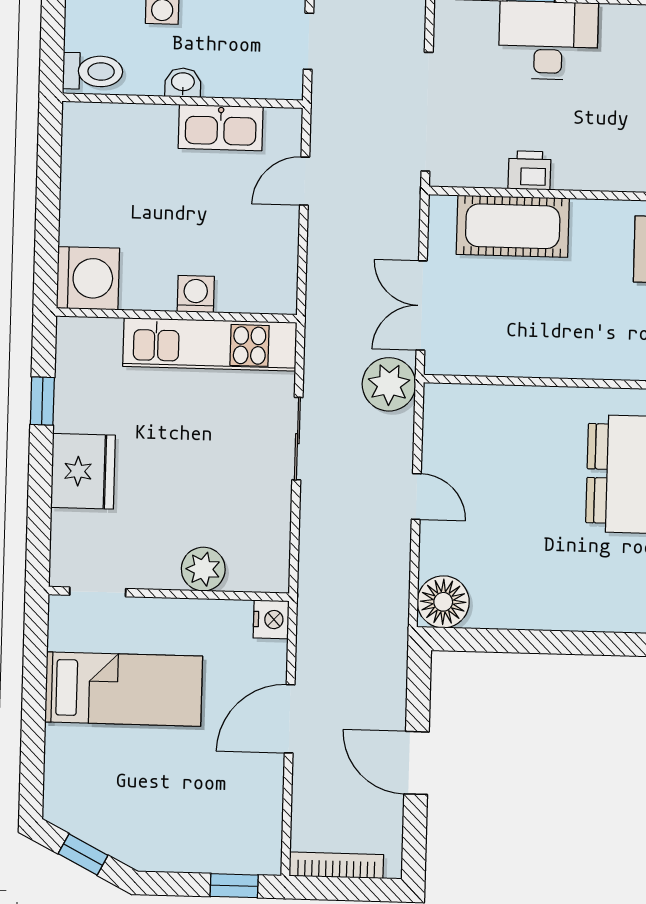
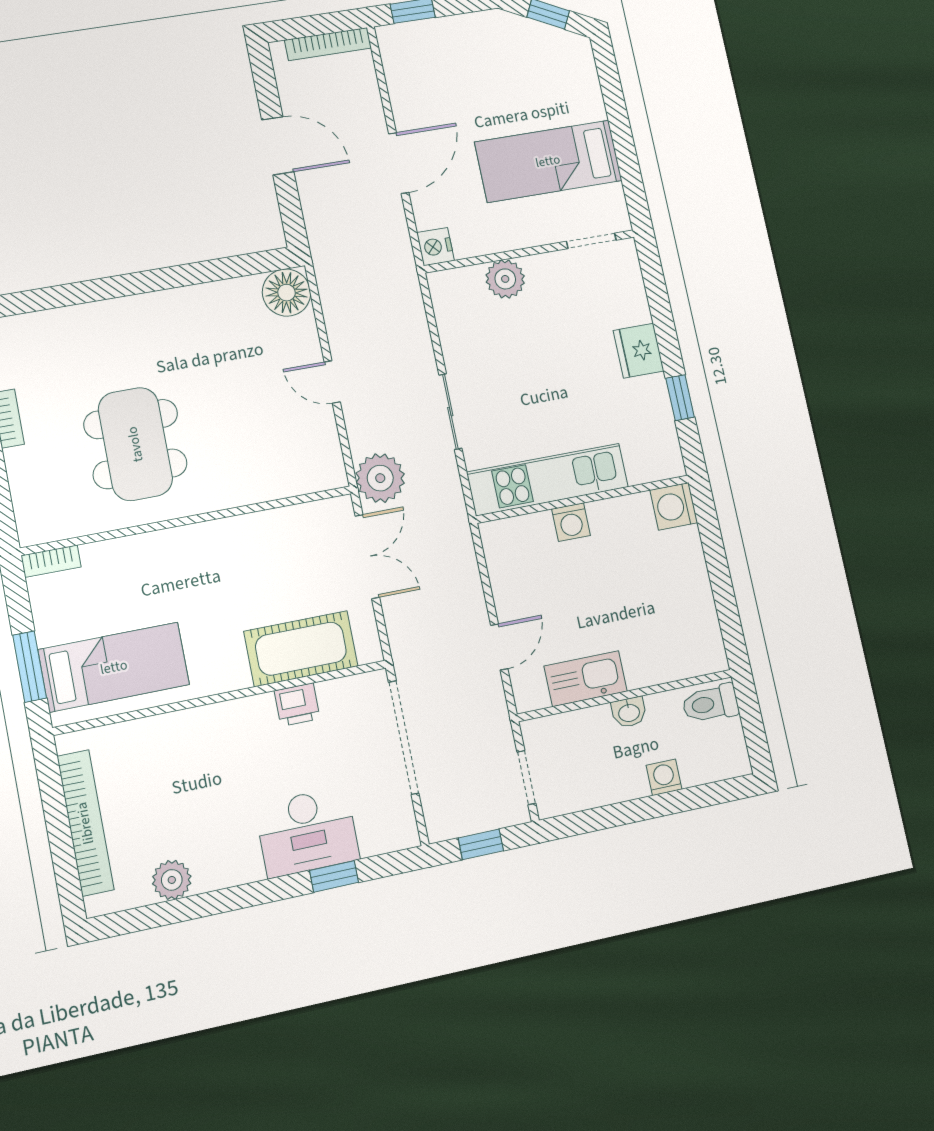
washing machine: (88, 278) -> (674, 506), width x0.73, depth x0.73
fridge: (83, 471) -> (639, 351), width x0.73, depth x0.75

